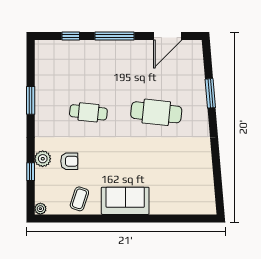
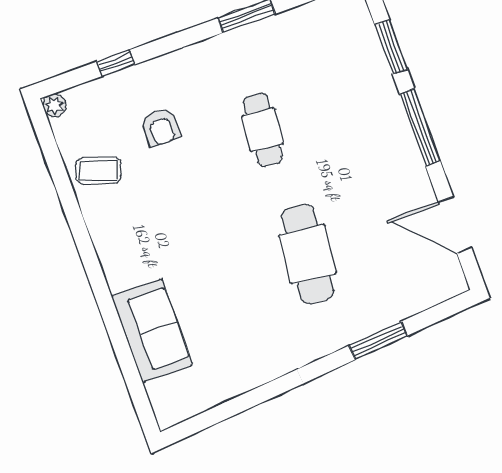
window: (71, 36) -> (391, 47), width x1.50
plant: (43, 159) -> (148, 77), removed
sofa: (125, 201) -> (152, 331), moved

